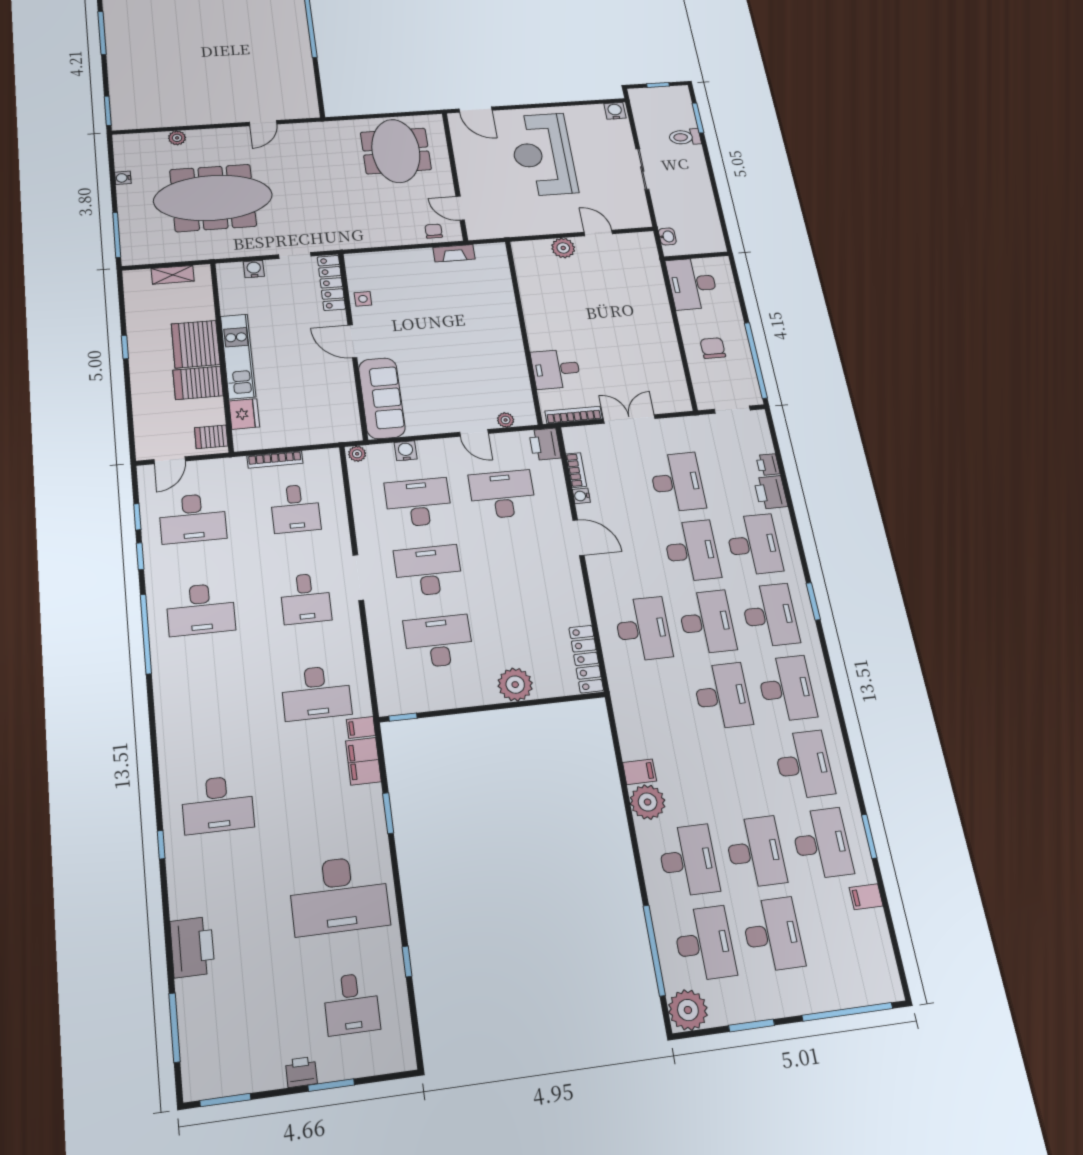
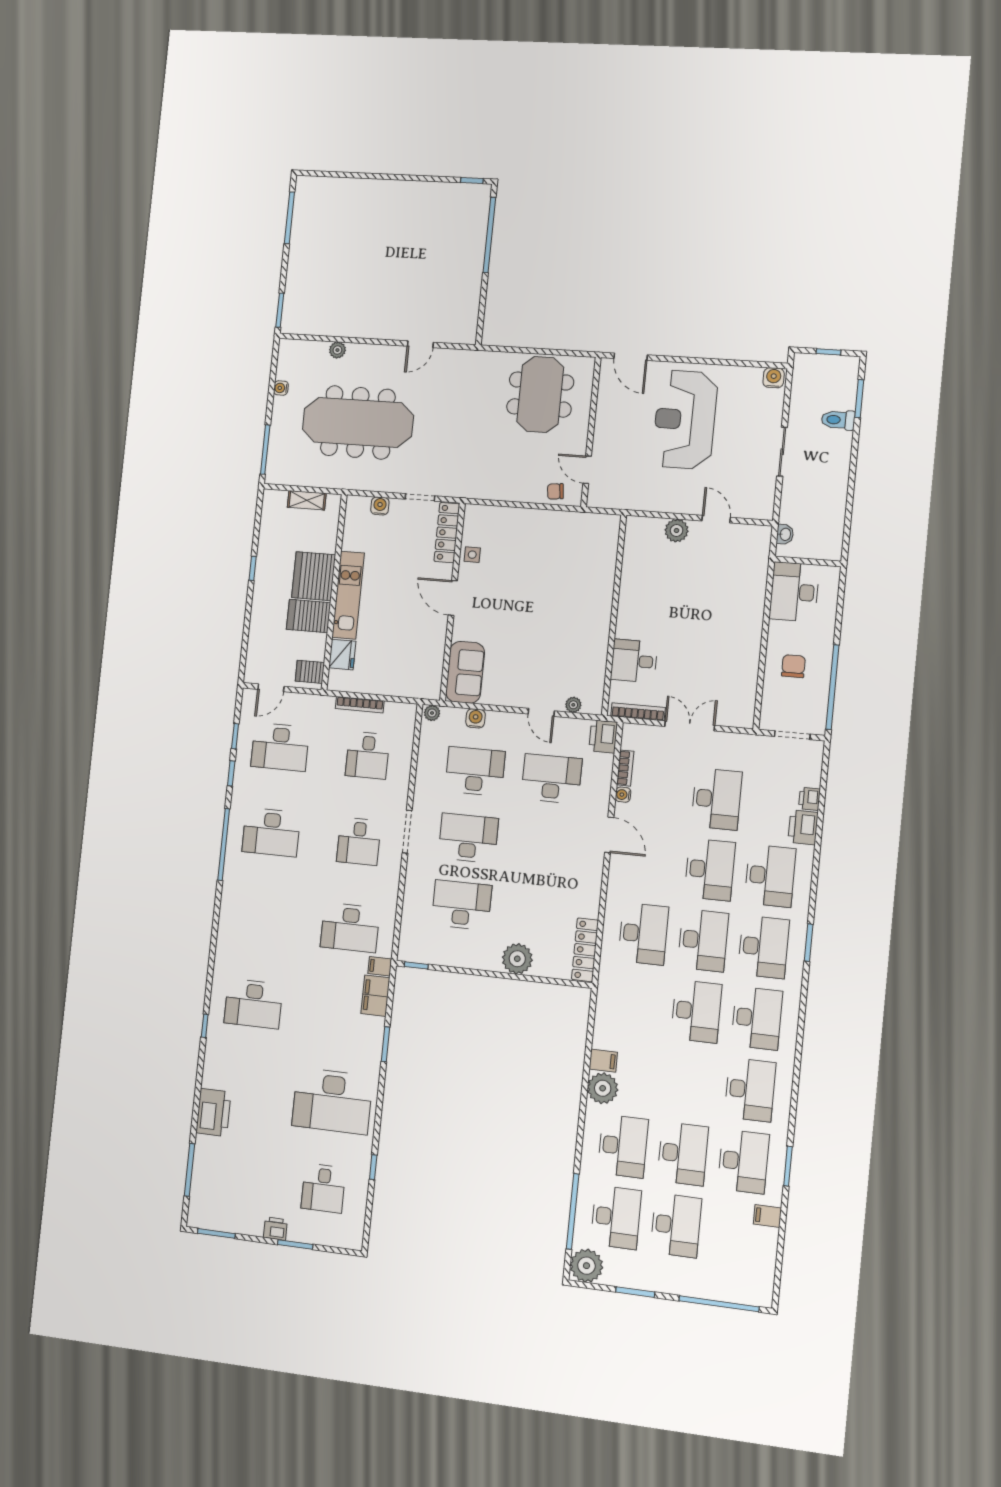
chair: (434, 231) -> (555, 491), turned -96
fireplace: (454, 253) -> (569, 519), removed
sofa: (382, 398) -> (465, 672), width x0.73

